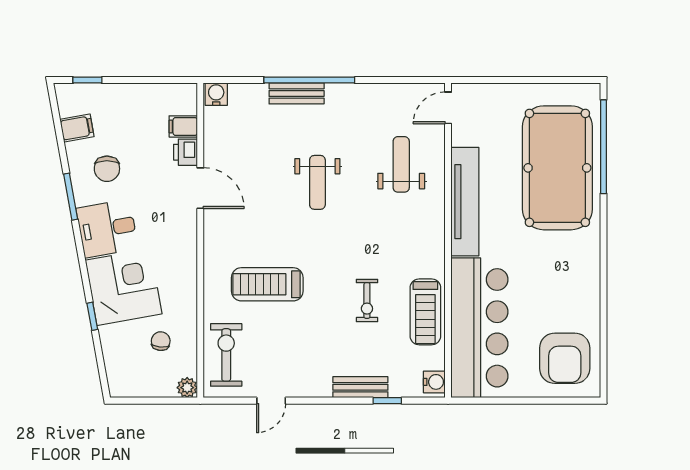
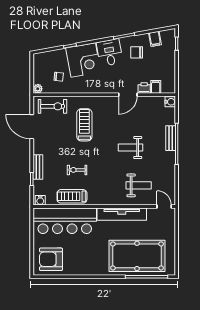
door: (271, 401) -> (32, 127), width x1.87

